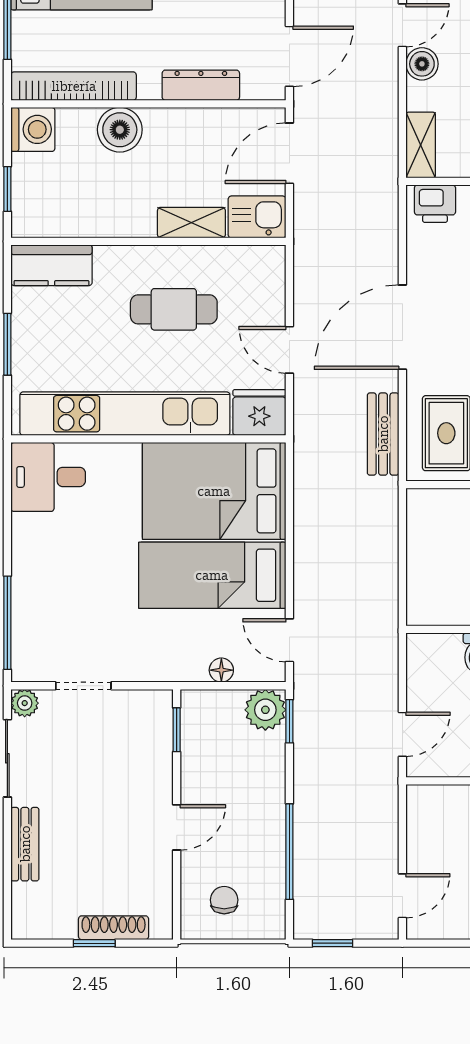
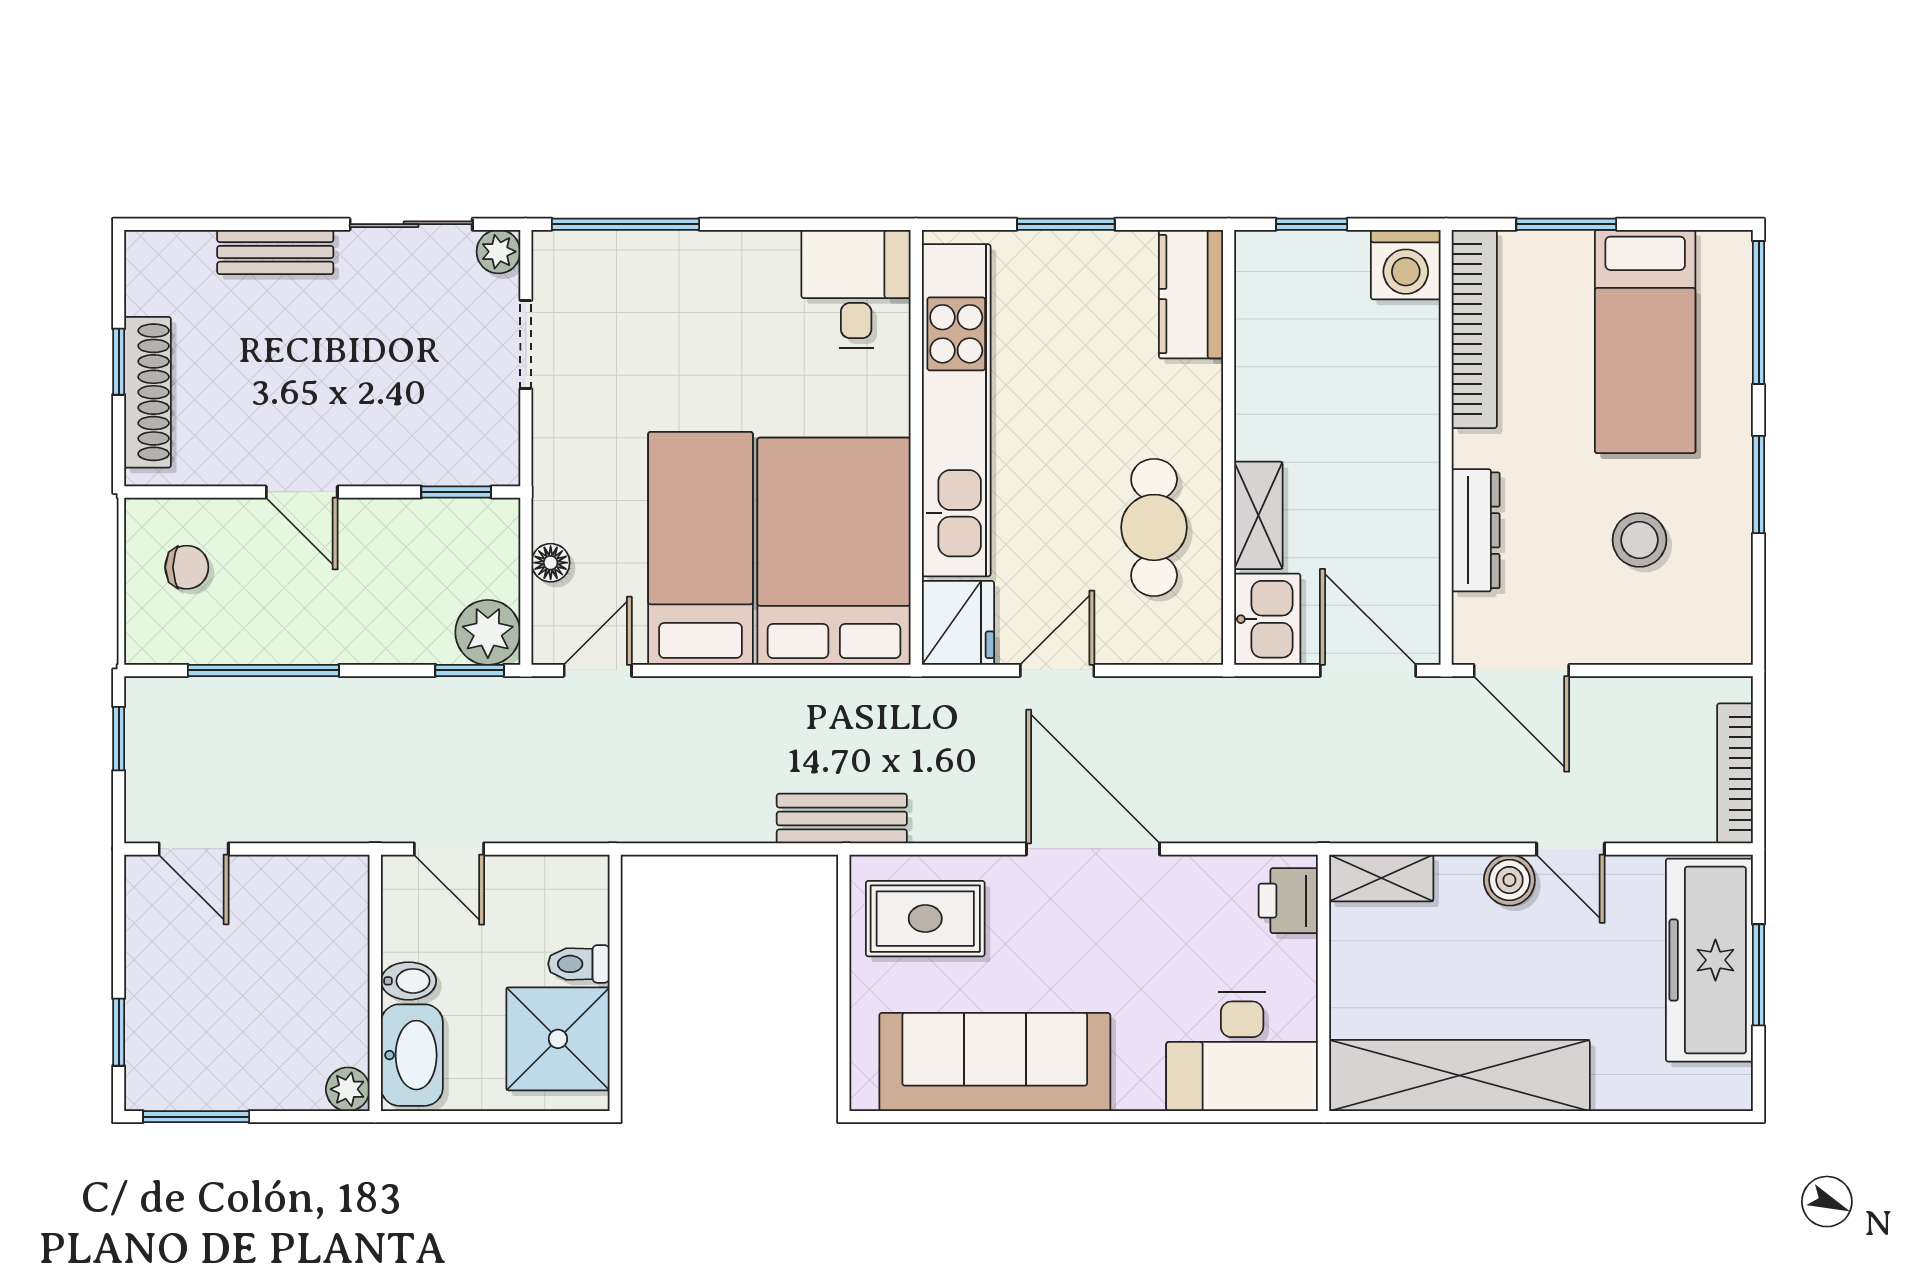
boiler: (120, 130) -> (1405, 402), removed
cafe table: (174, 309) -> (1154, 527), moved
bench: (383, 434) -> (842, 819), moved
shoe rack: (114, 928) -> (148, 392), width x1.36, depth x1.24

